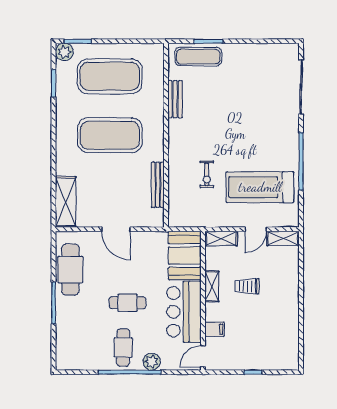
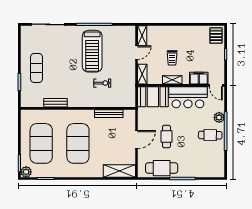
exercise mat: (198, 57) -> (36, 68), moved
treadmill: (260, 187) -> (92, 51), moved
door: (256, 229) -> (136, 53), hinge flipped
cafe table: (128, 303) -> (166, 136), moved
filing cabinet: (215, 329) -> (199, 78), width x2.00
pallet: (283, 357) -> (216, 35), added

